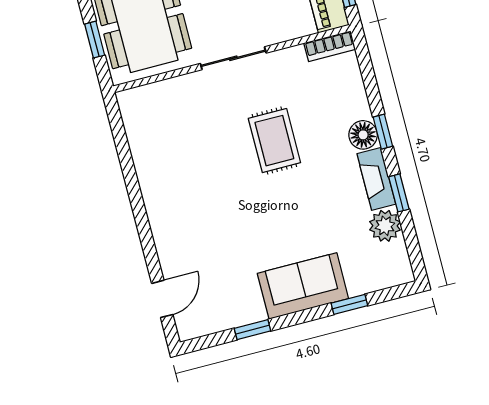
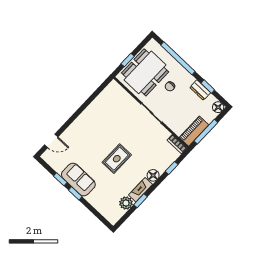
window: (383, 132) -> (172, 168), moved
rug: (274, 141) -> (117, 159), moved
sofa: (303, 286) -> (78, 179), moved
window: (349, 304) -> (75, 193), moved

